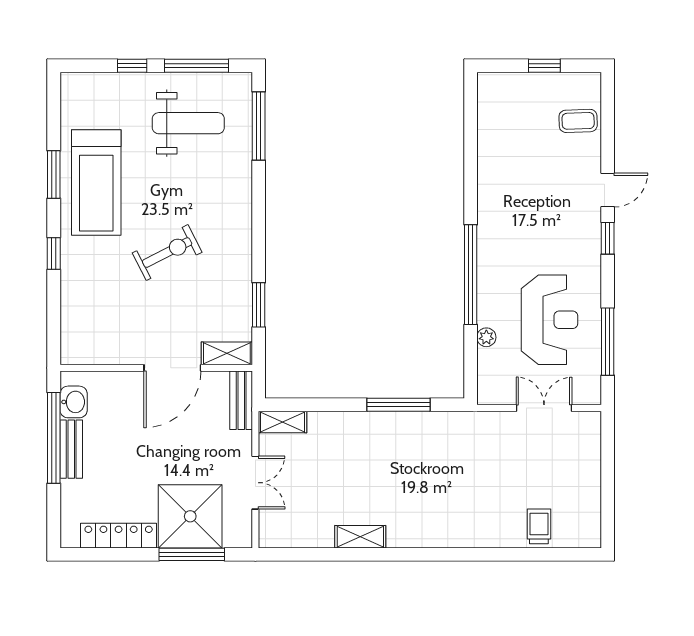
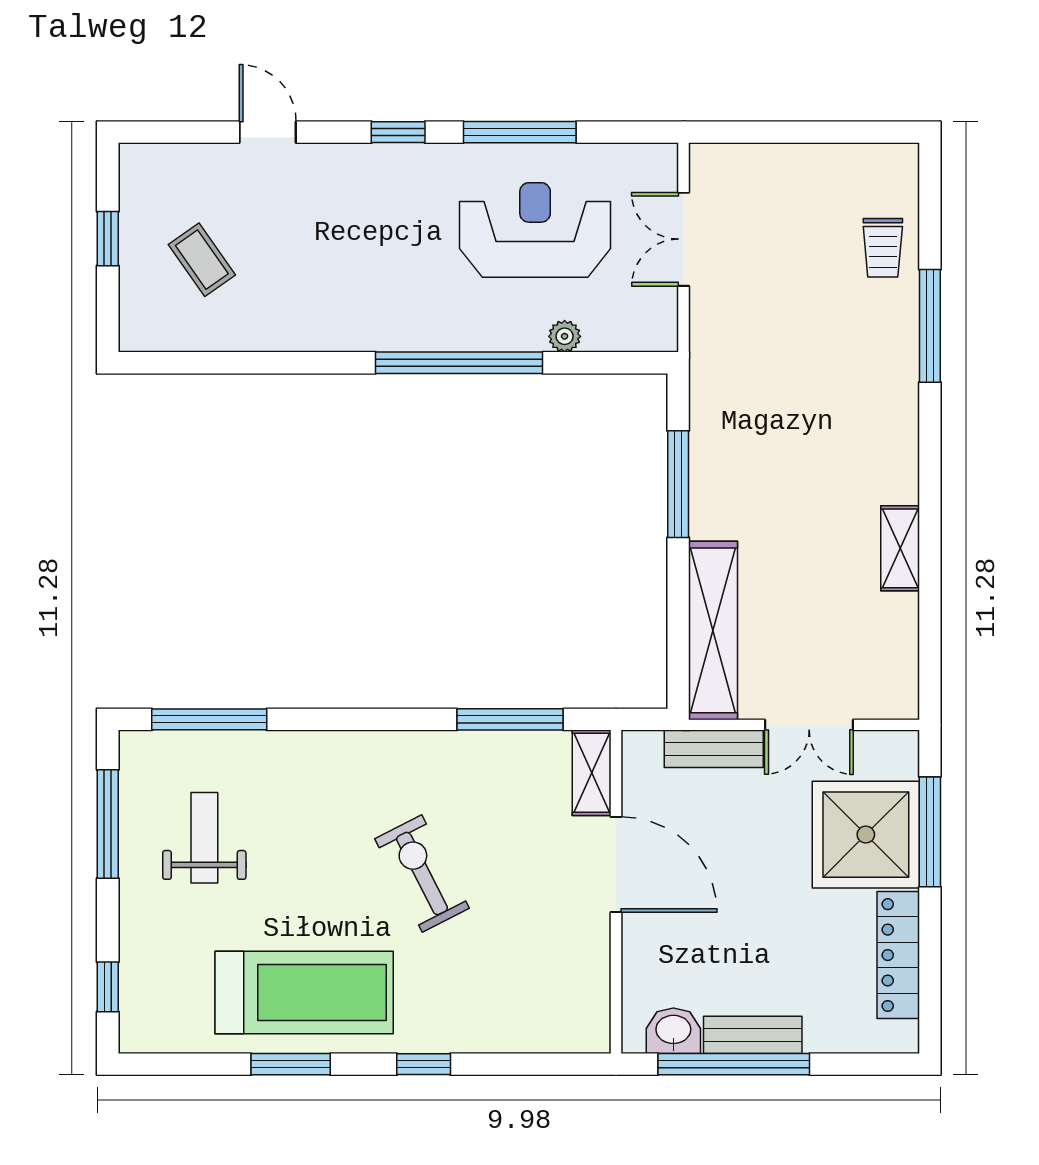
window: (132, 66) -> (108, 987), moved
coffee table: (578, 121) -> (202, 260), moved, turned -33
weight bench: (188, 123) -> (204, 838), width x0.73, depth x0.75
door: (608, 190) -> (268, 132), moved
window: (259, 305) -> (510, 719), width x1.44
window: (608, 342) -> (520, 132), moved
bench: (241, 400) -> (714, 749), moved
shelving: (283, 422) -> (713, 630), width x2.20, depth x1.33
double door: (255, 483) -> (809, 725), swing flipped
trolley: (539, 526) -> (883, 248), turned -90
window: (492, 554) -> (930, 326), added

